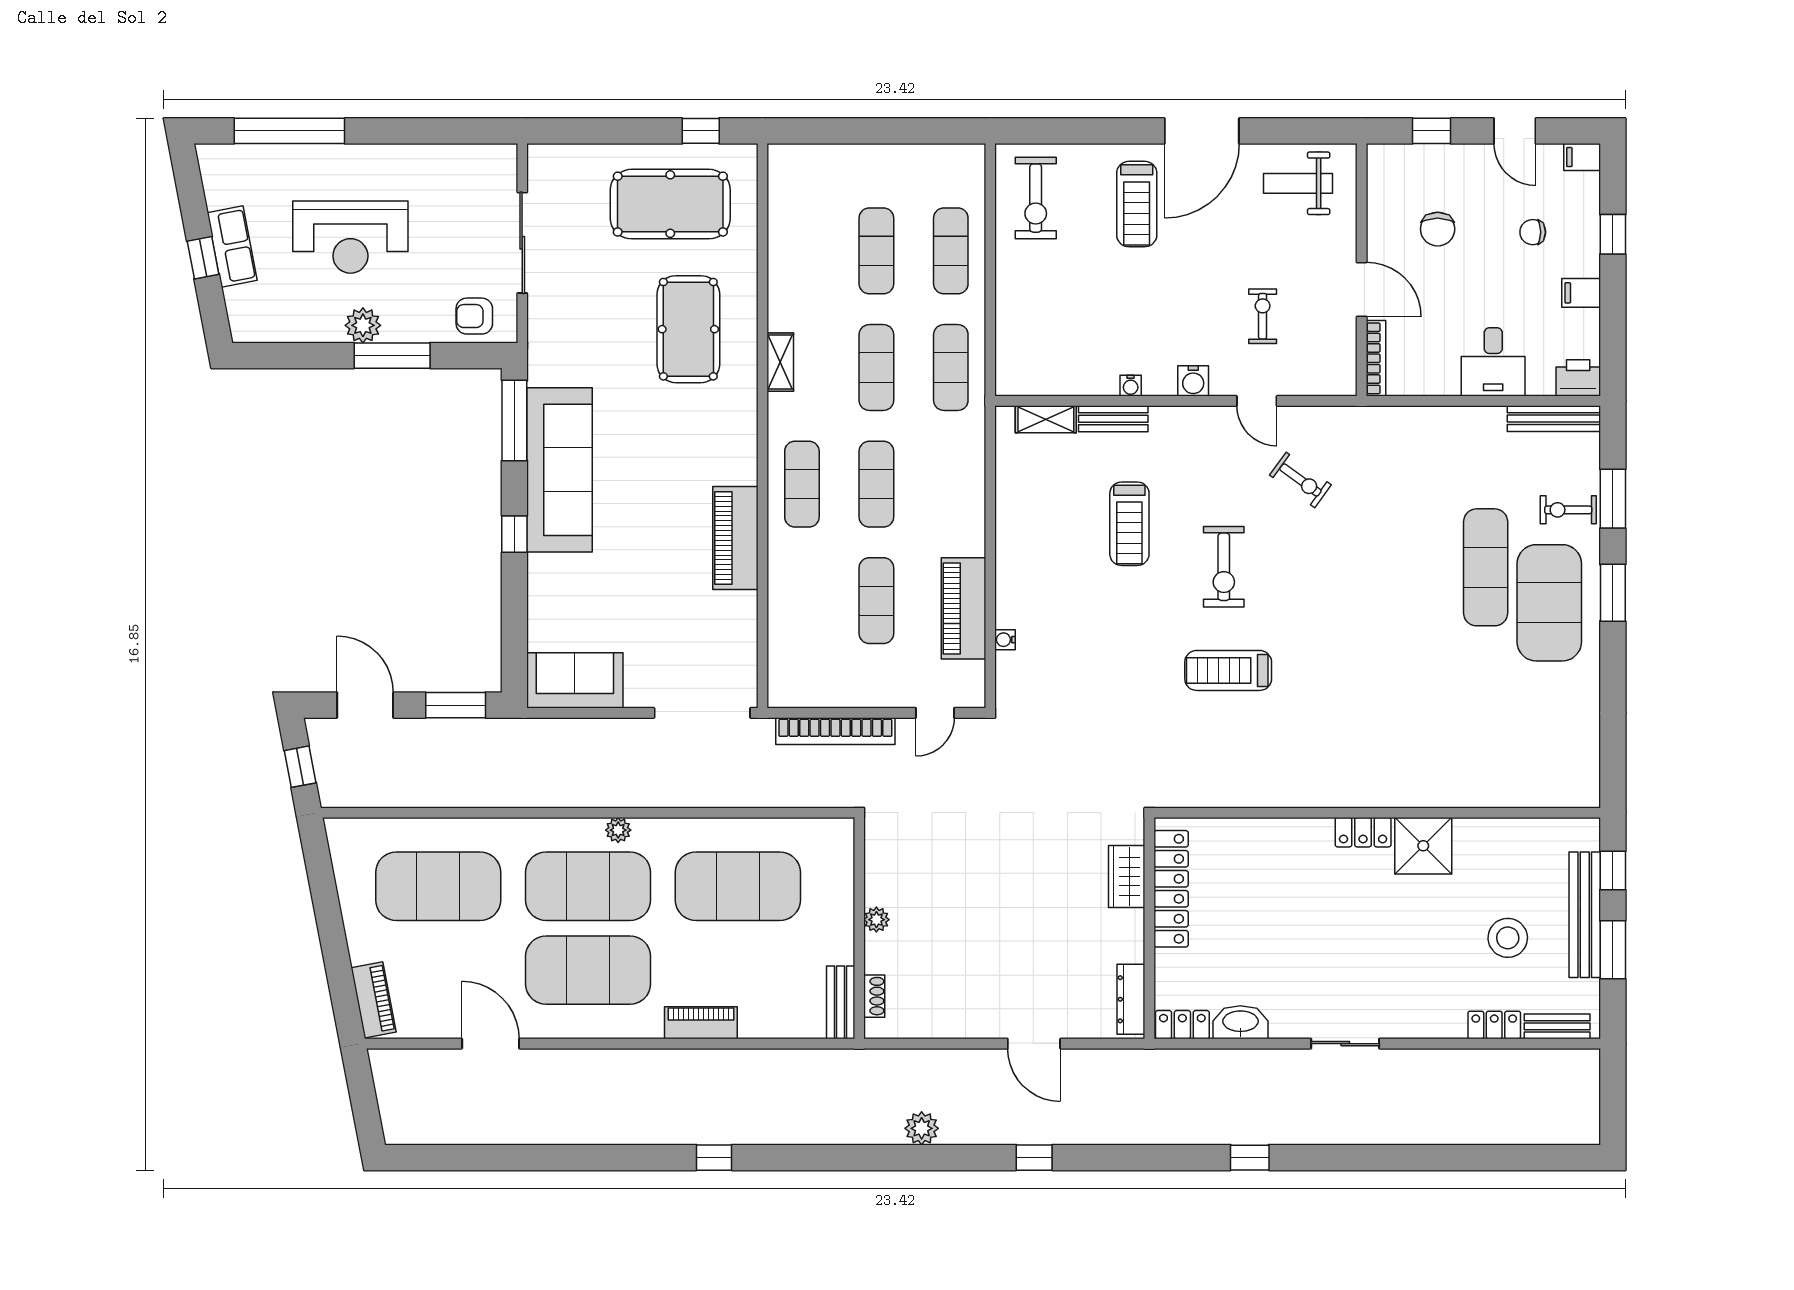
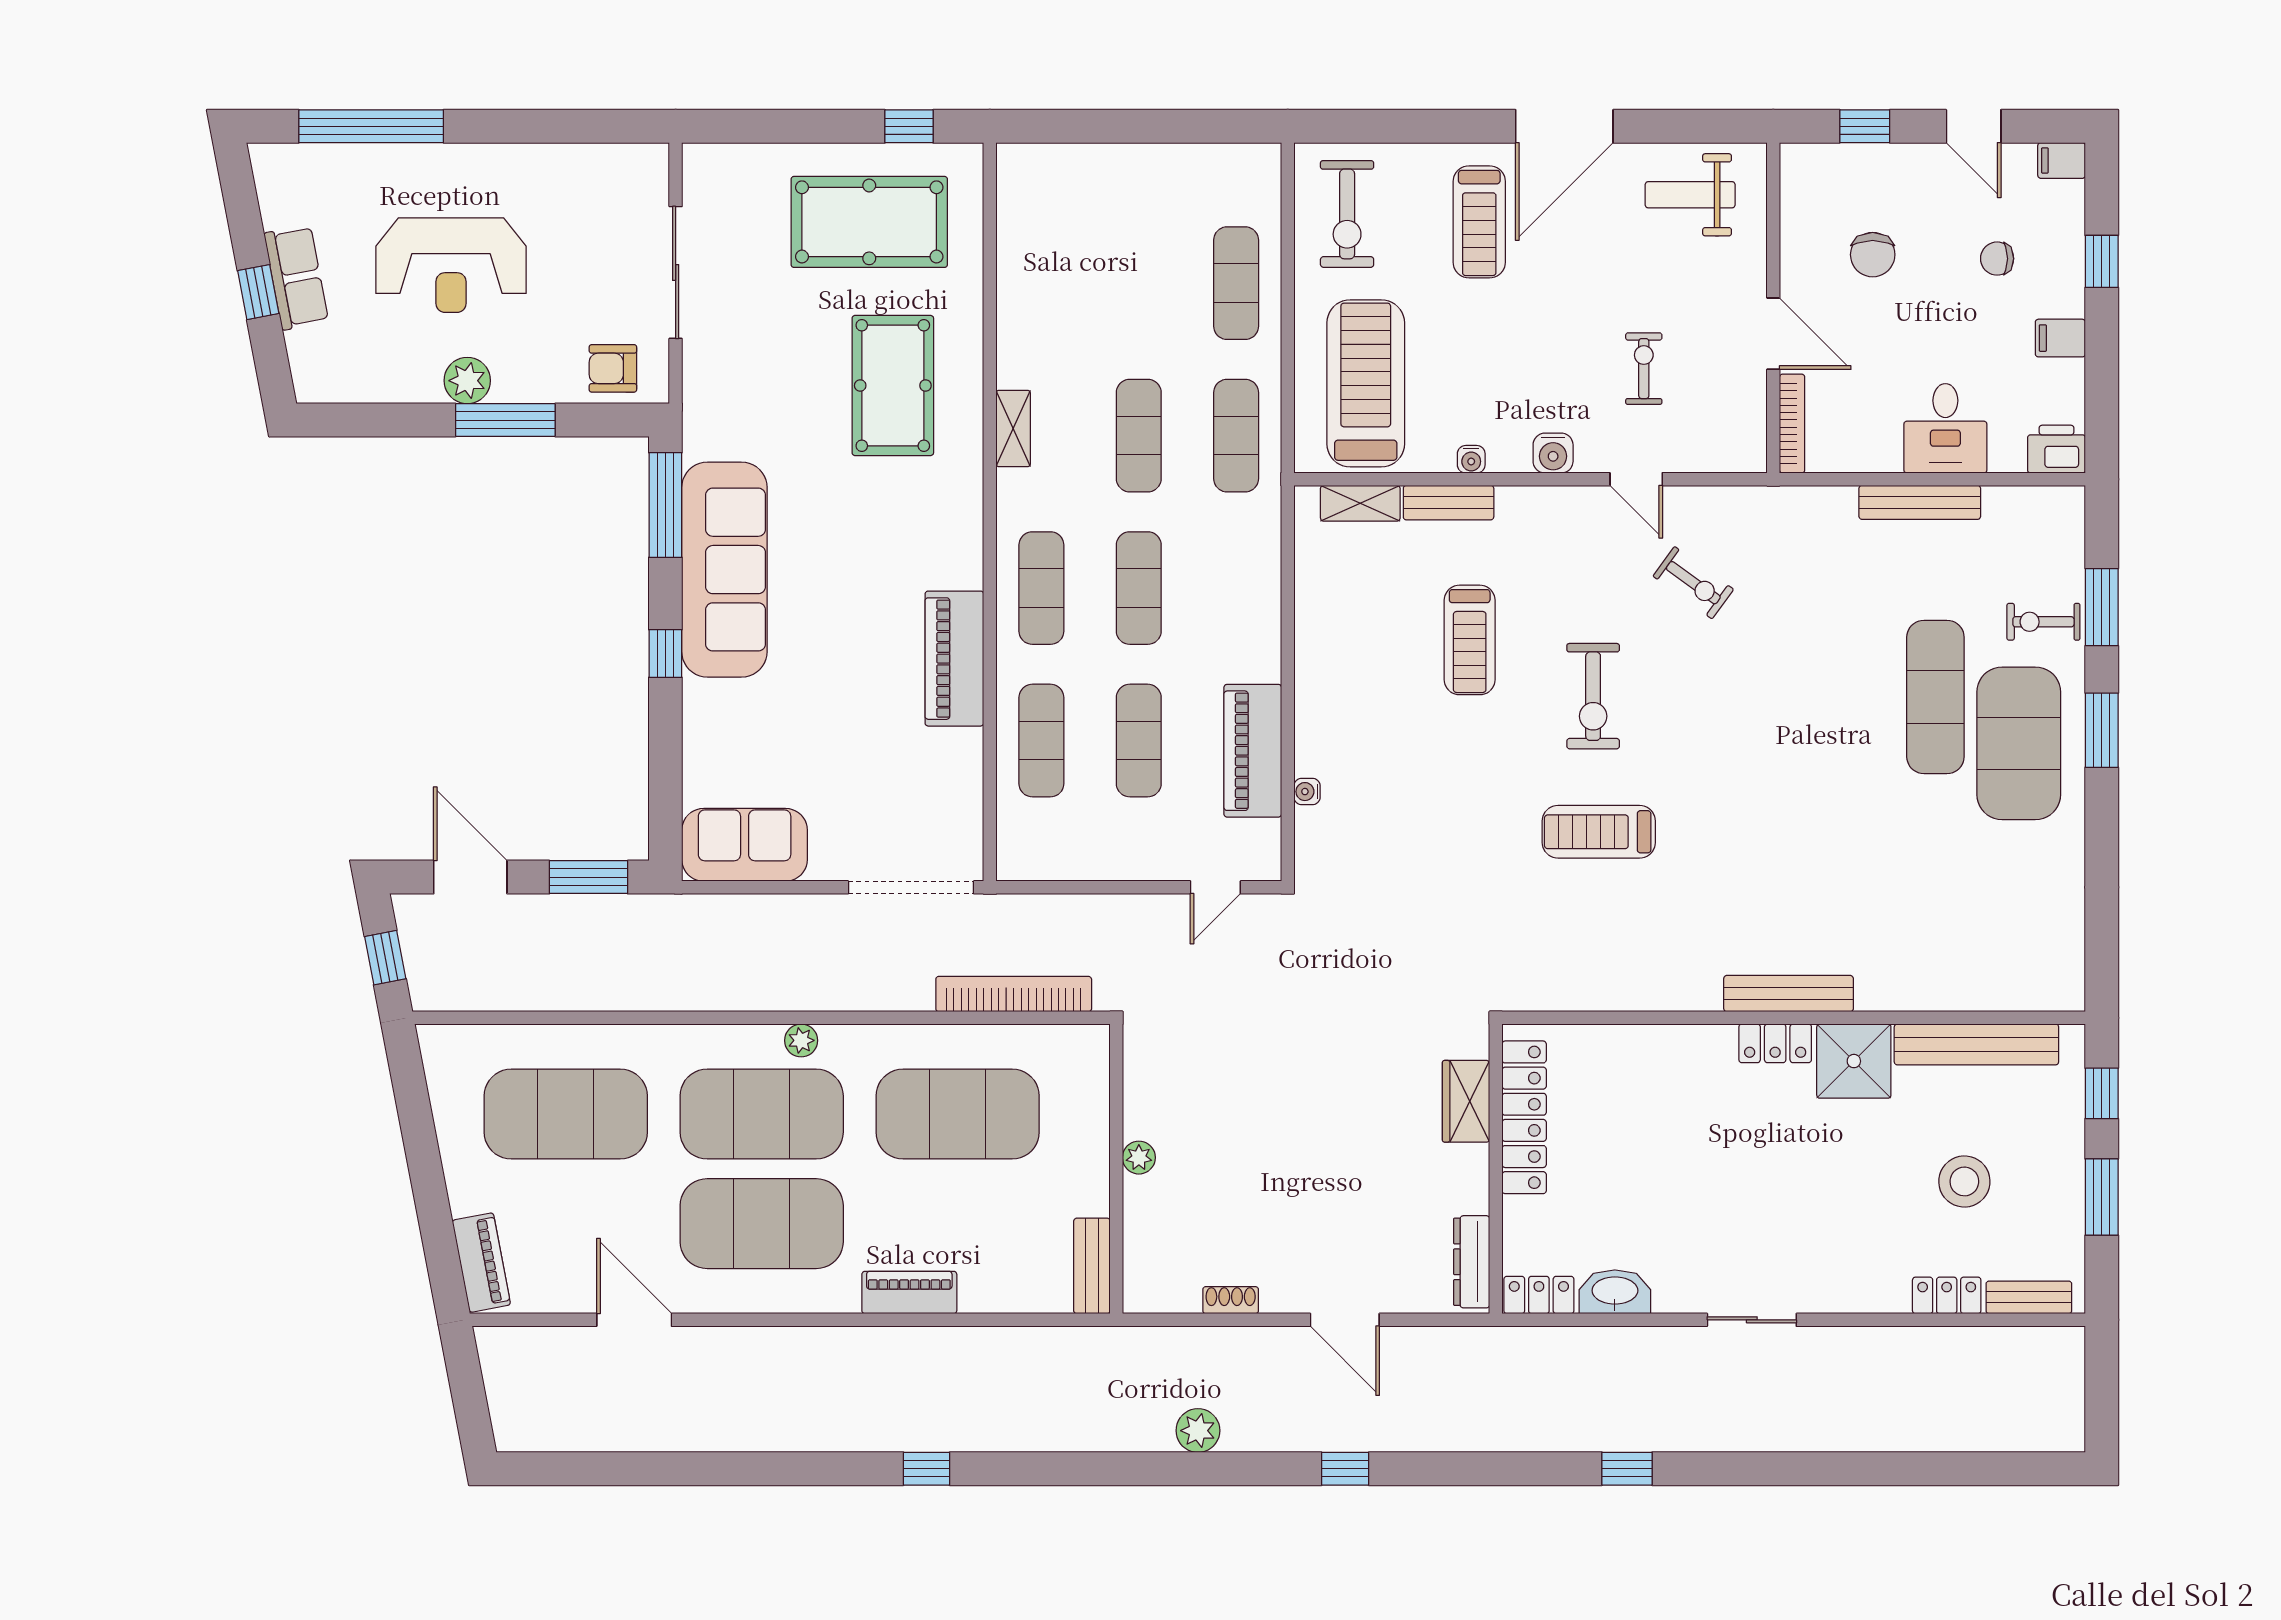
exercise mat: (876, 251) -> (1041, 741), moved
treadmill: (1050, 328) -> (1366, 383), added
bench: (1554, 419) -> (1920, 502), moved
bookcase: (835, 731) -> (1014, 994), moved, turned 180
bench: (1373, 794) -> (1789, 994), added
bench: (1585, 915) -> (1976, 1044), moved, turned 90
shoe rack: (874, 996) -> (1231, 1300), moved, turned -90

